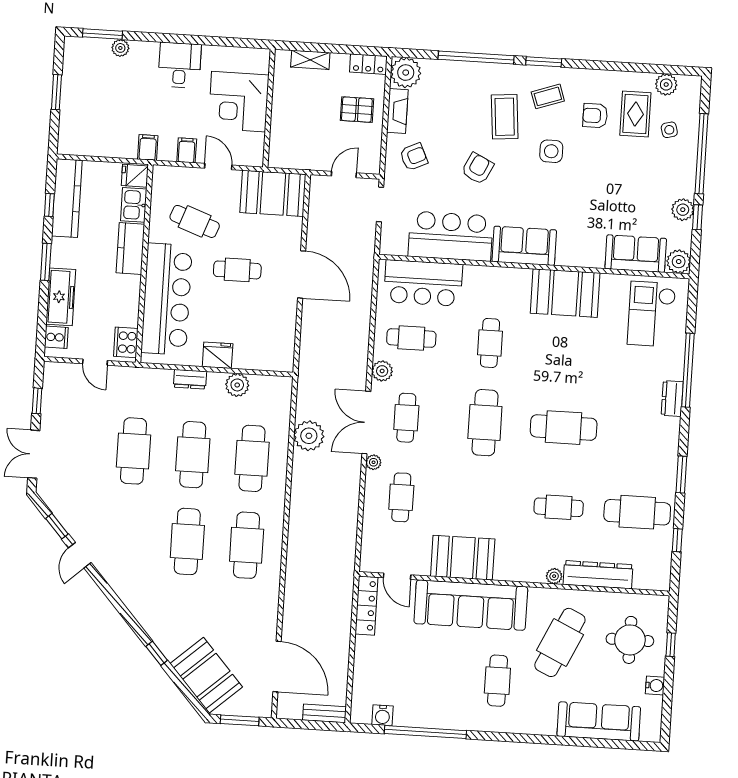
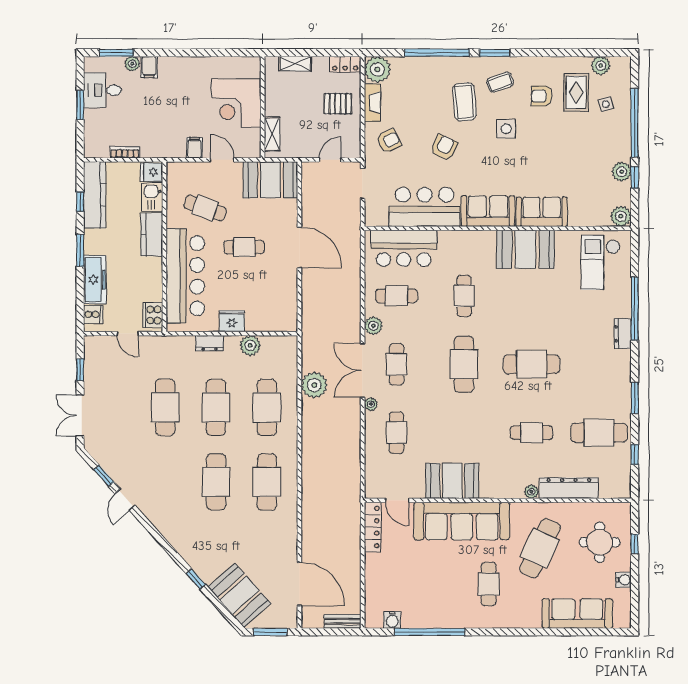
desk: (180, 65) -> (102, 90), moved, turned -90
shelving: (278, 140) -> (272, 134), added
filing cabinet: (148, 148) -> (149, 67), moved, turned 180
bookcase: (105, 151) -> (125, 152), added
sofa: (636, 254) -> (542, 212), moved

